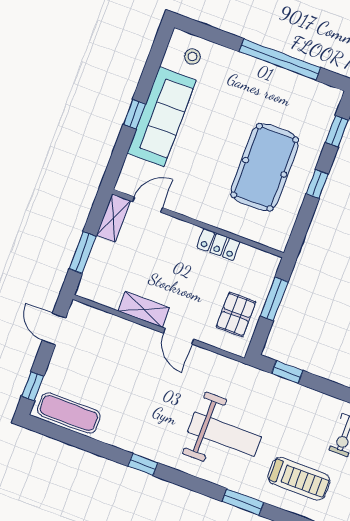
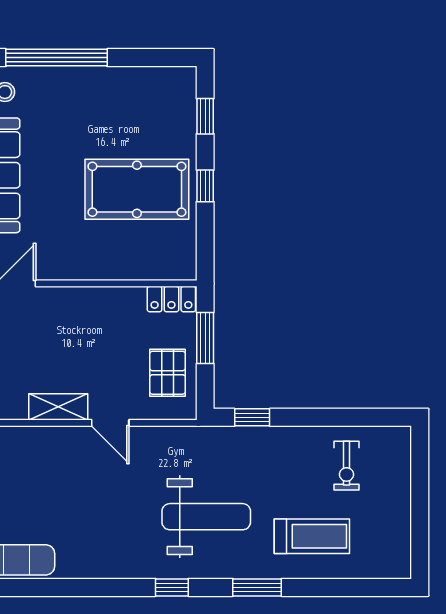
window: (280, 60) -> (57, 58), moved
pool table: (265, 167) -> (137, 189), turned 90
locker: (218, 244) -> (171, 299), moved
window: (143, 464) -> (172, 587), moved

